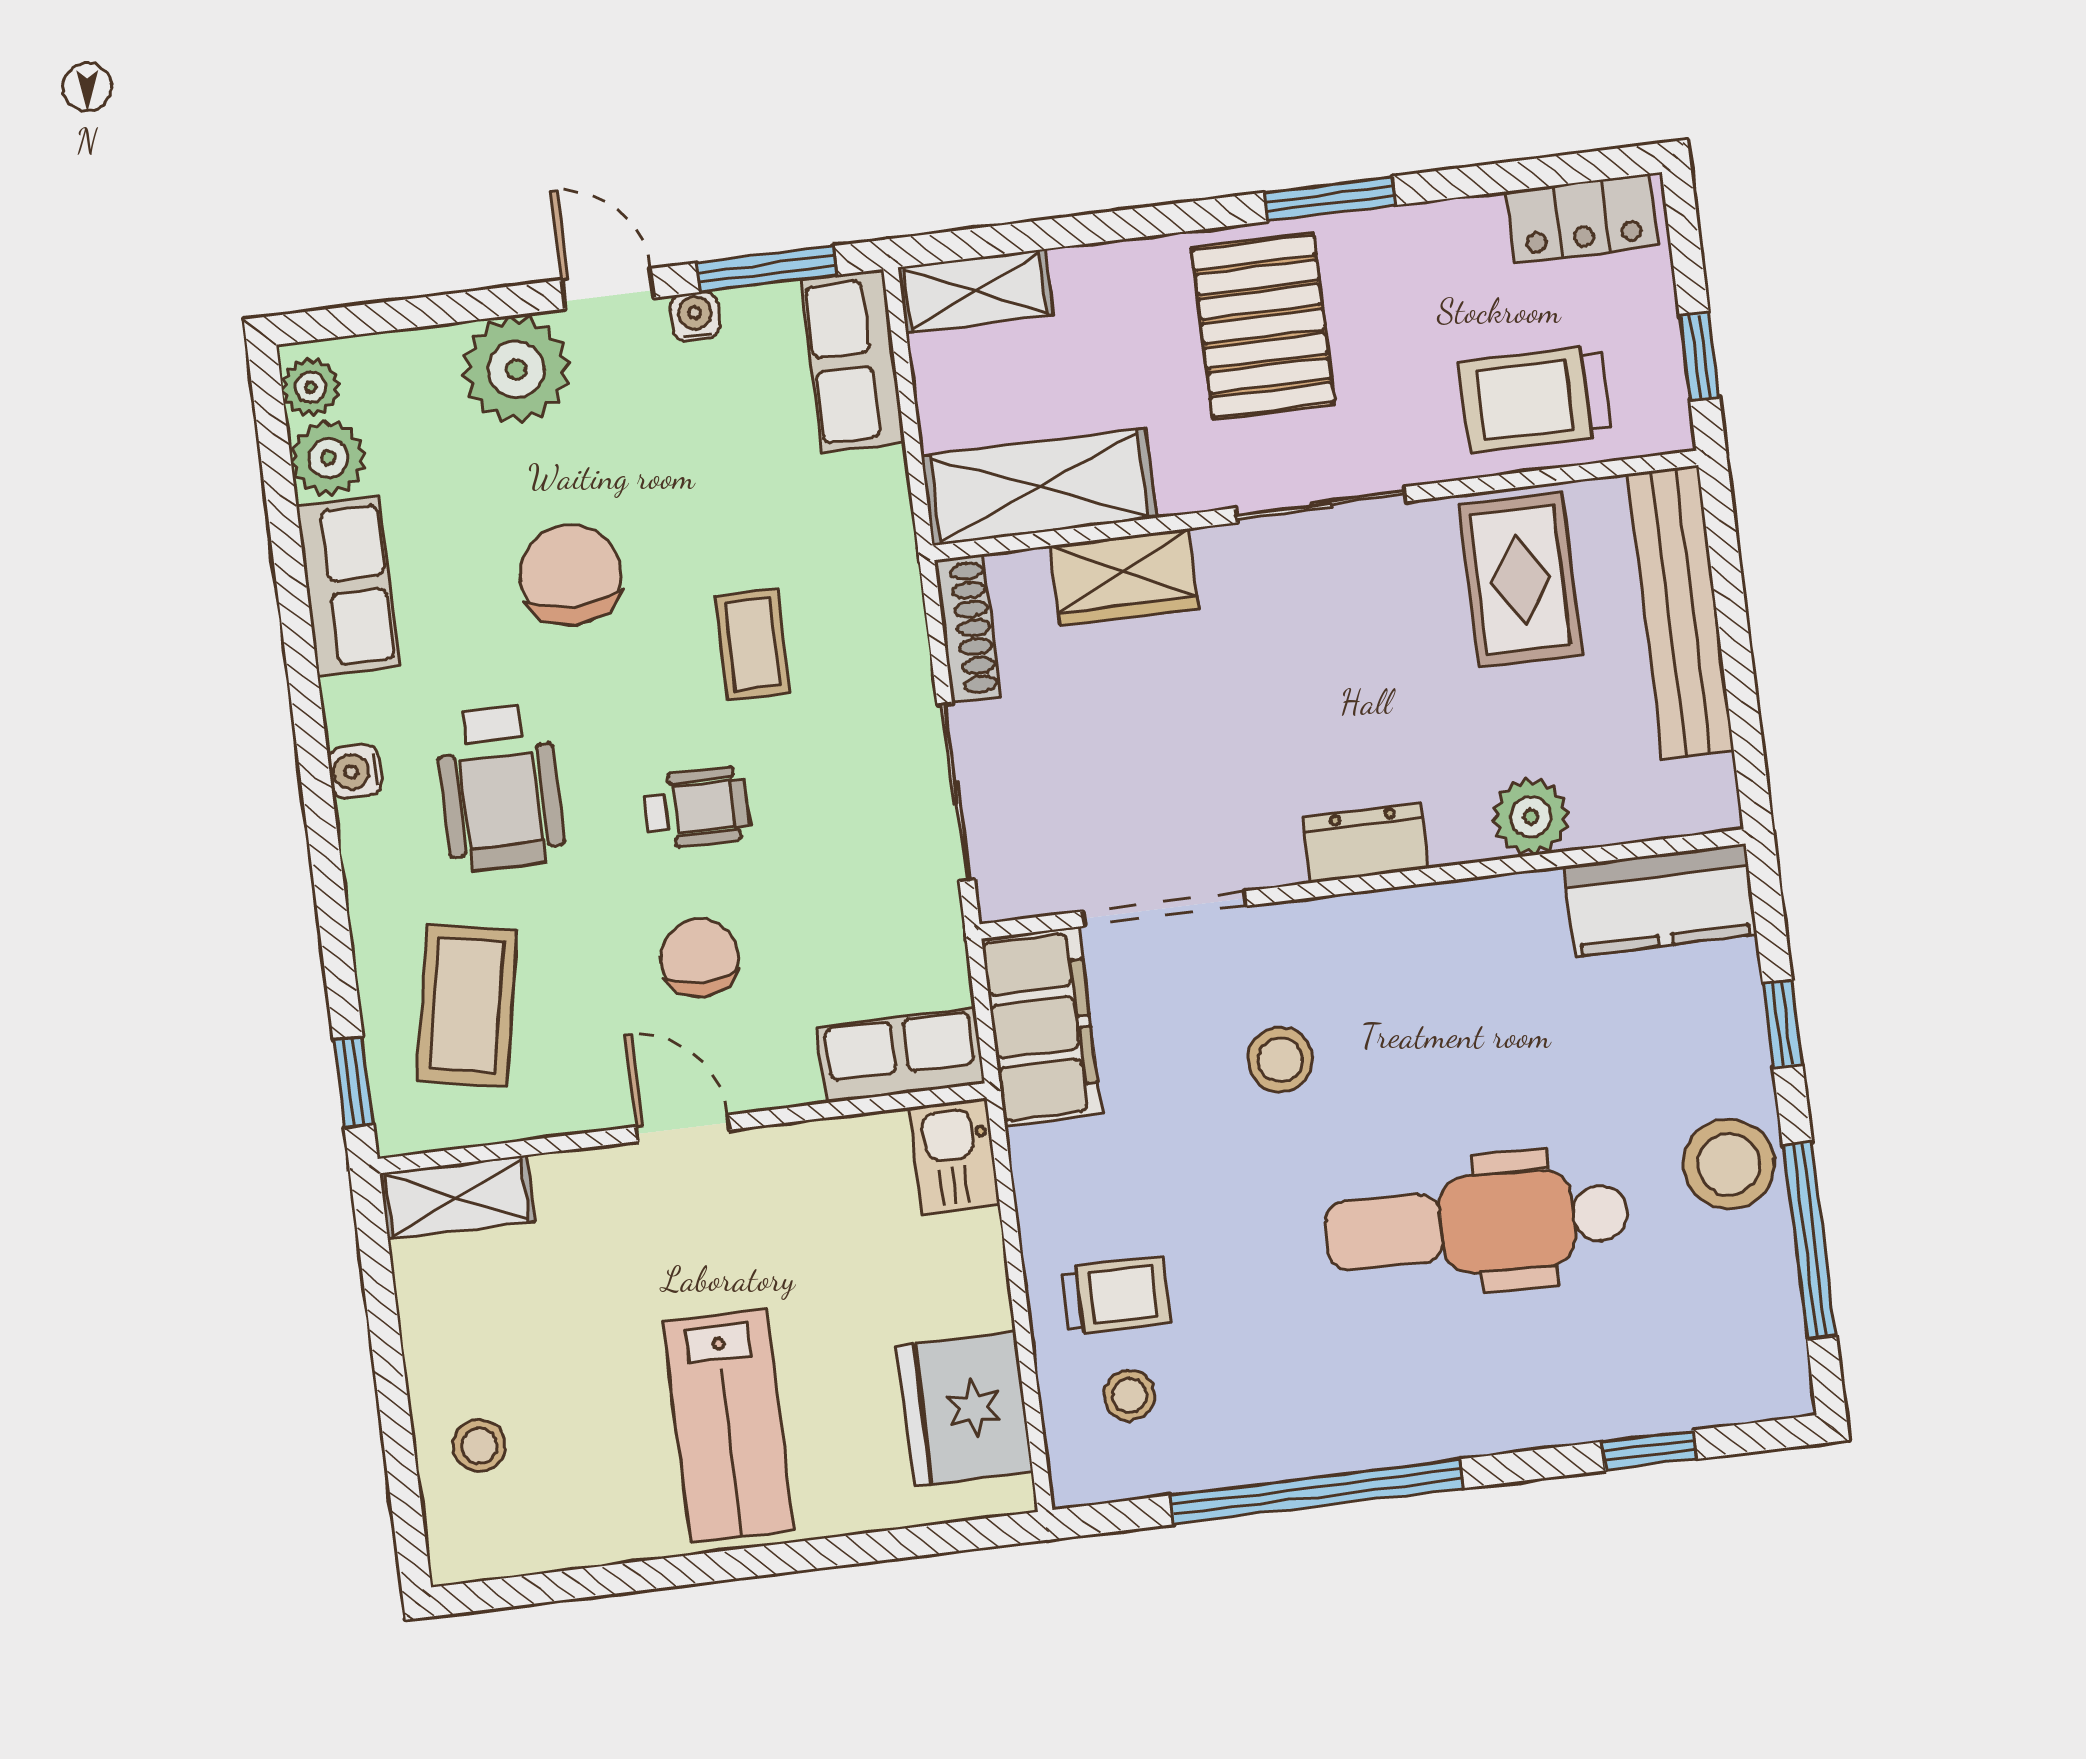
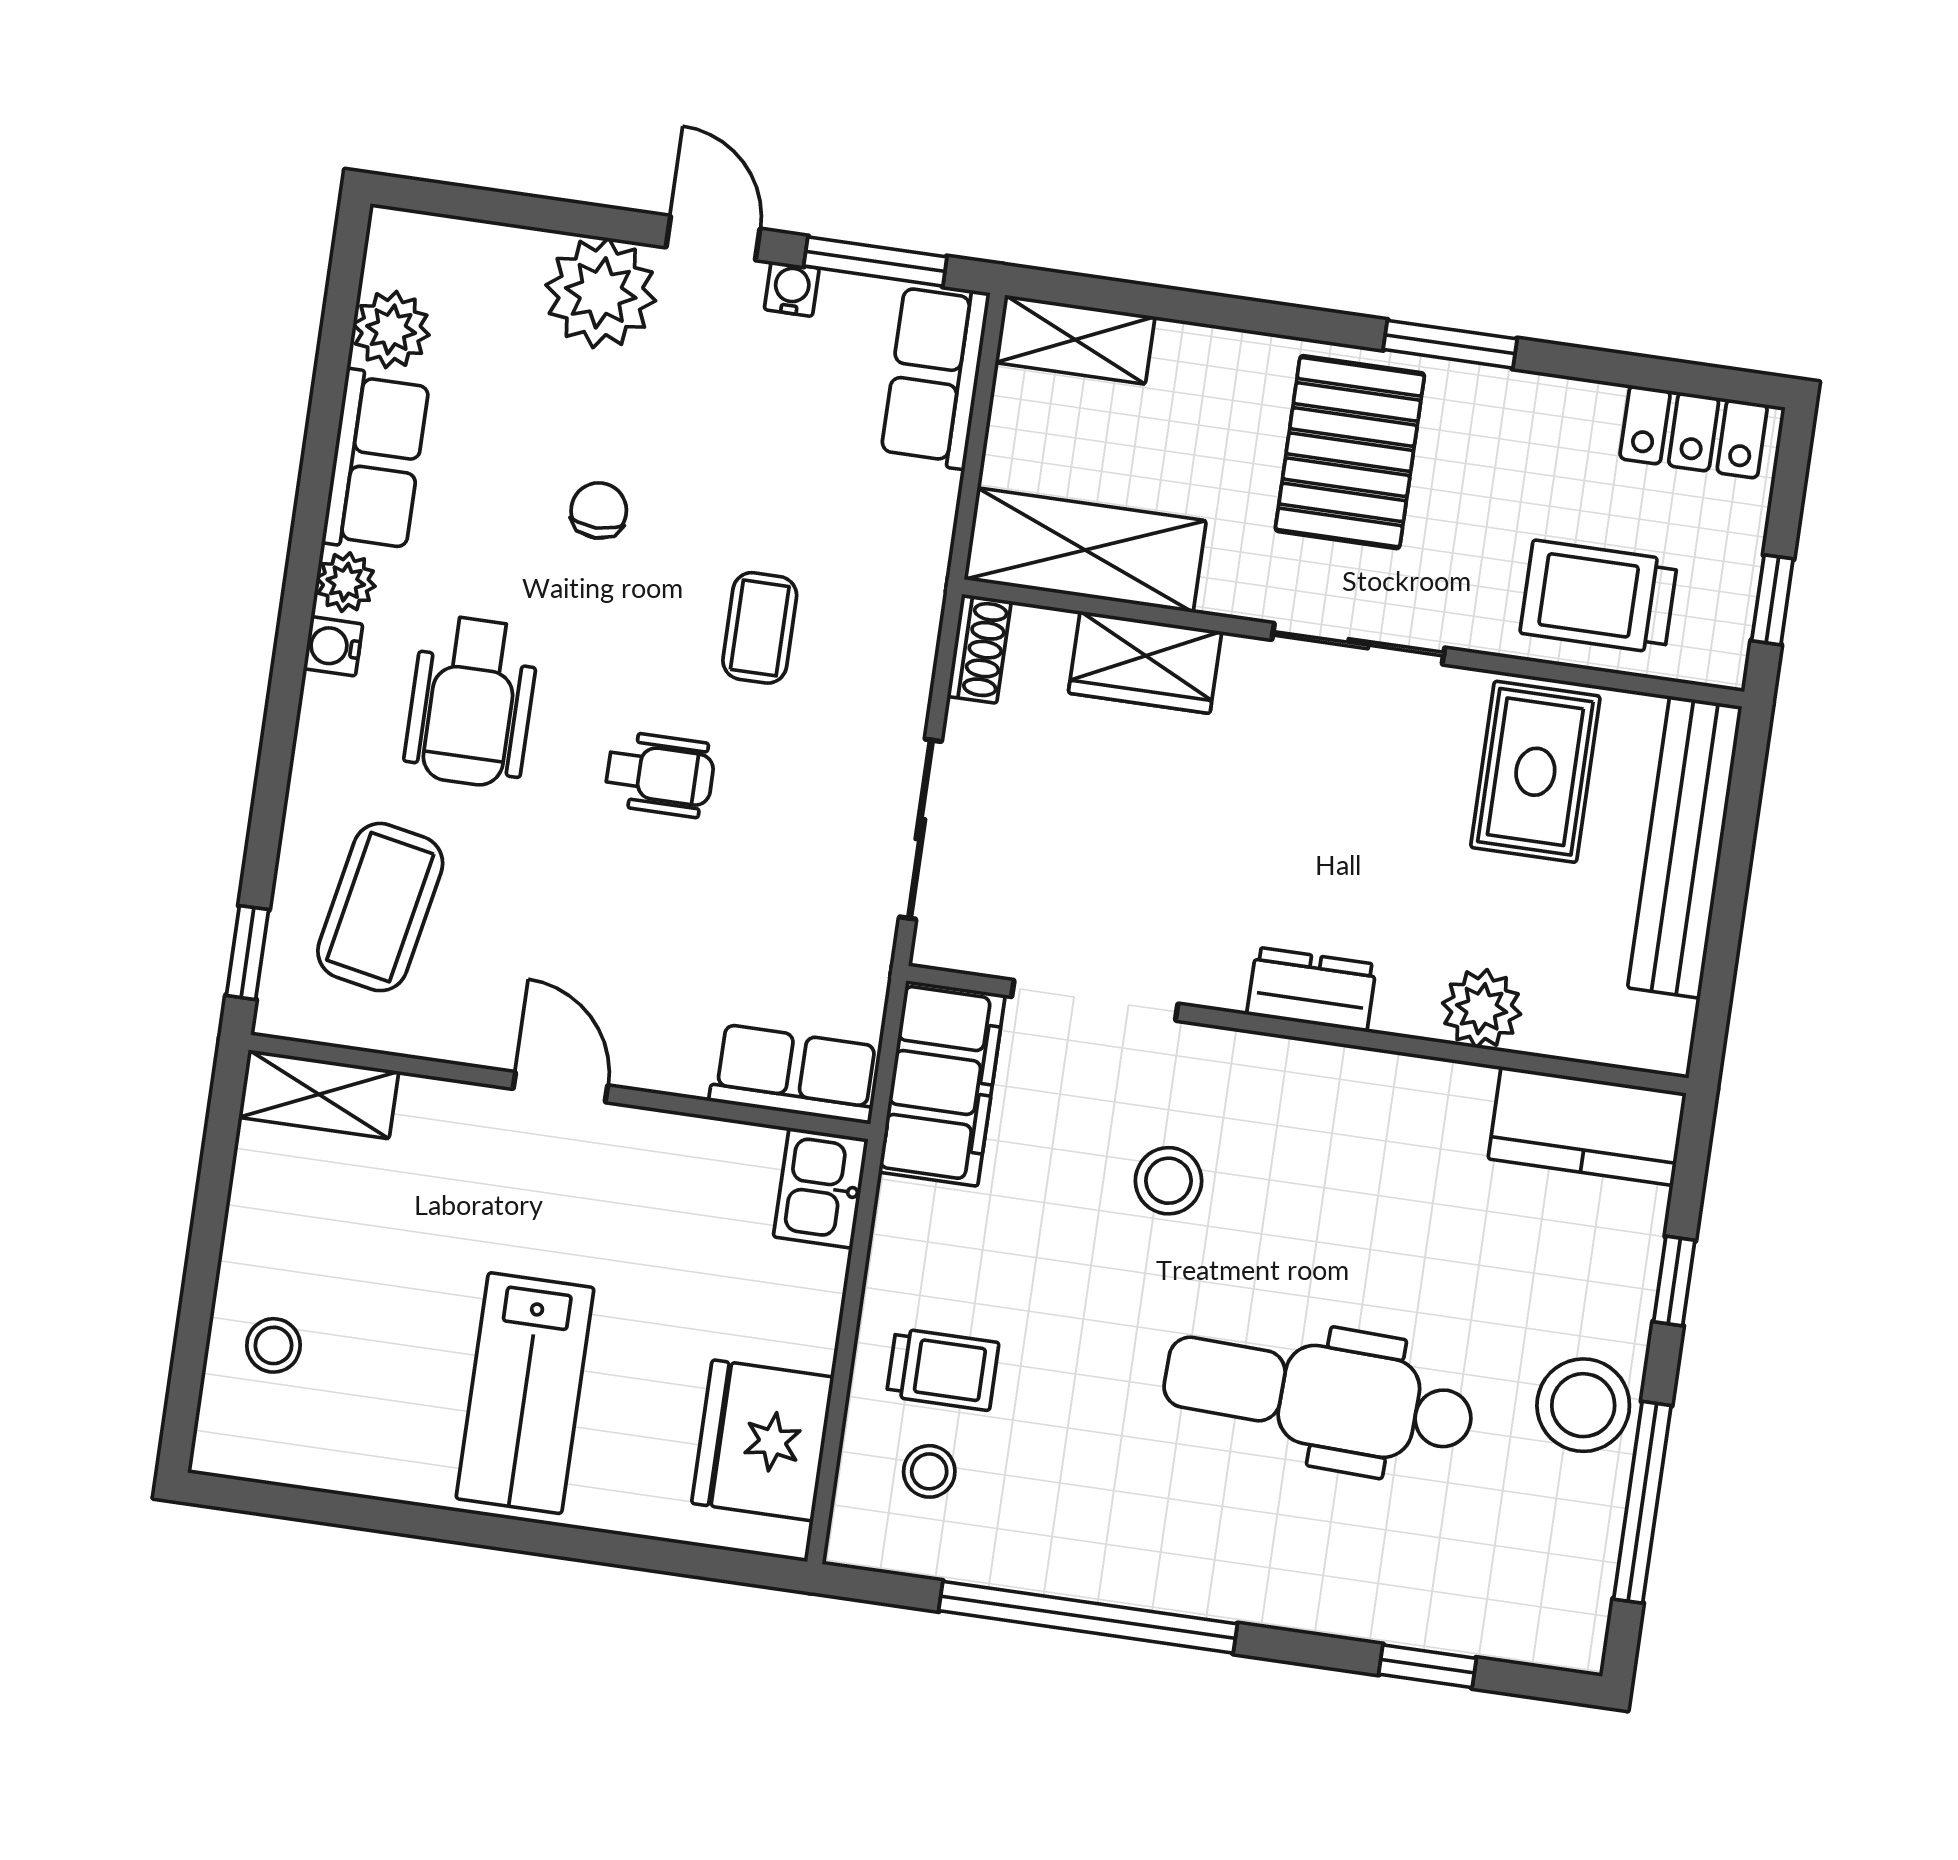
plant: (311, 387) -> (346, 582), moved
chair: (571, 575) -> (599, 510), width x0.54, depth x0.54
shoe rack: (967, 629) -> (979, 649), width x0.70
chair: (700, 958) -> (623, 923), removed

